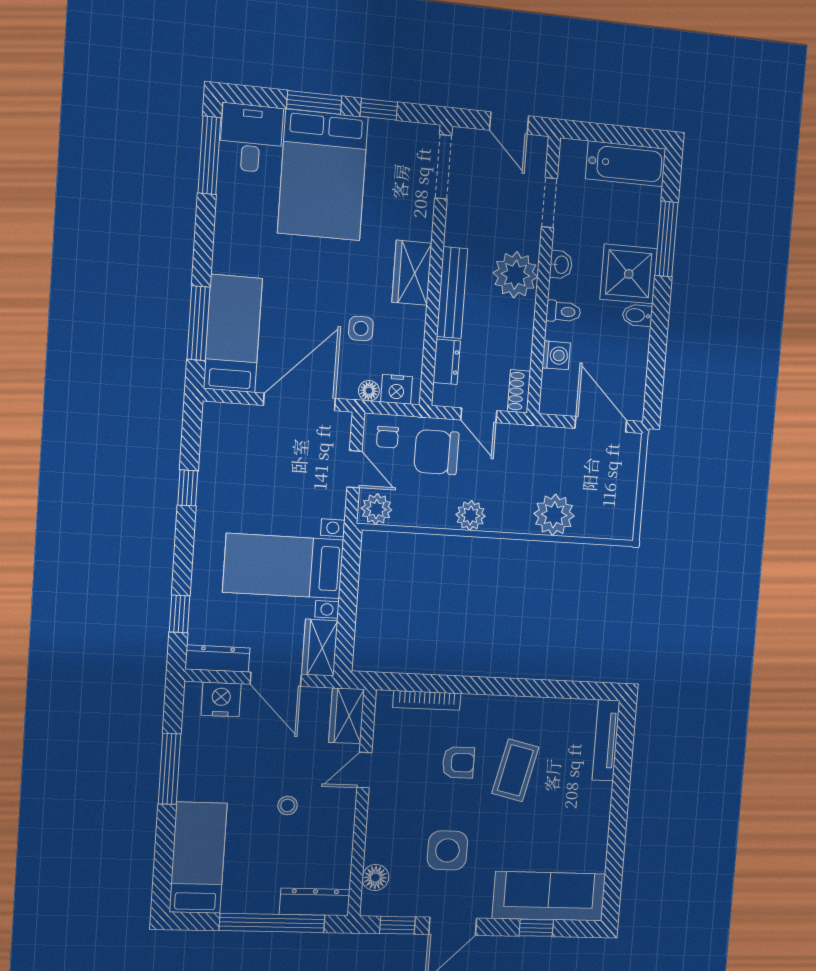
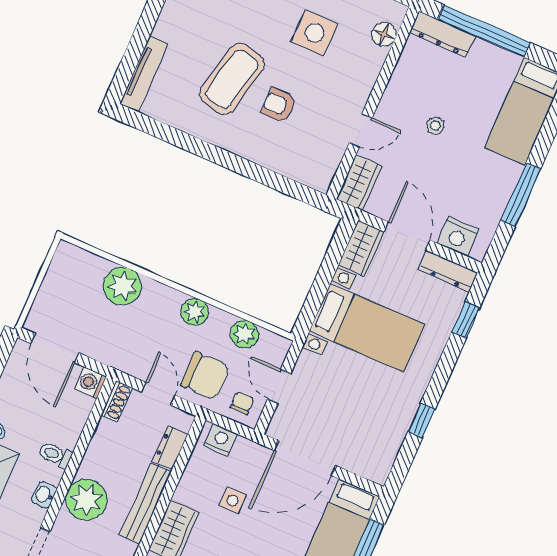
washing machine: (556, 355) -> (91, 383), moved
floor lamp: (369, 391) -> (244, 447), removed
plant: (377, 509) -> (244, 334), moved
bookcase: (427, 700) -> (287, 169), removed
coffee table: (515, 770) -> (232, 79), width x1.36, depth x1.32

